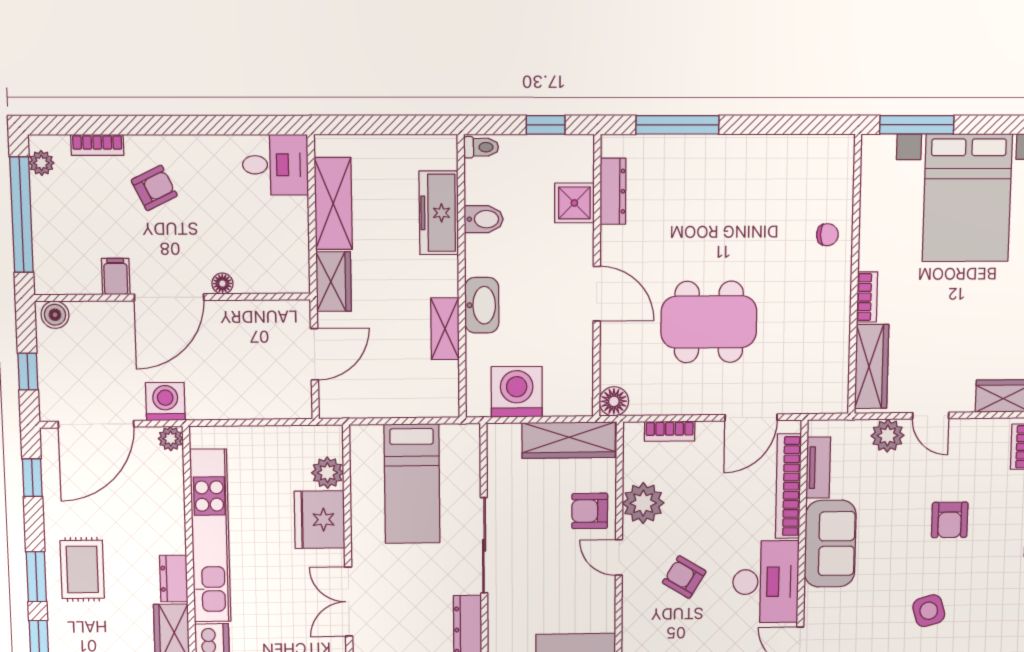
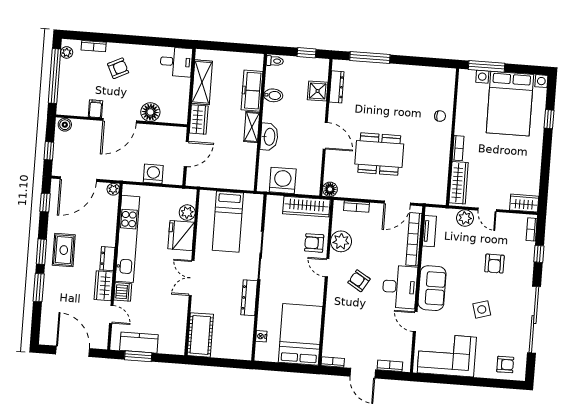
floor lamp: (222, 283) -> (150, 112), width x1.89, depth x1.89
shelving: (445, 329) -> (252, 127), moved
washing machine: (165, 401) -> (153, 174), moved
sofa: (830, 544) -> (432, 288), moved

